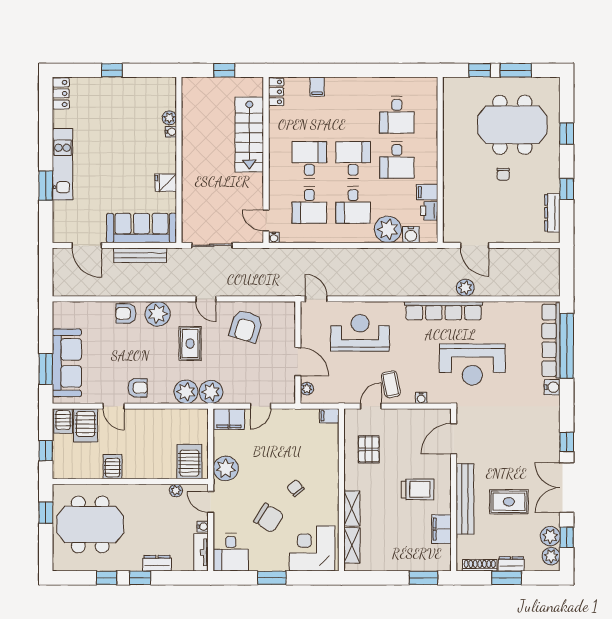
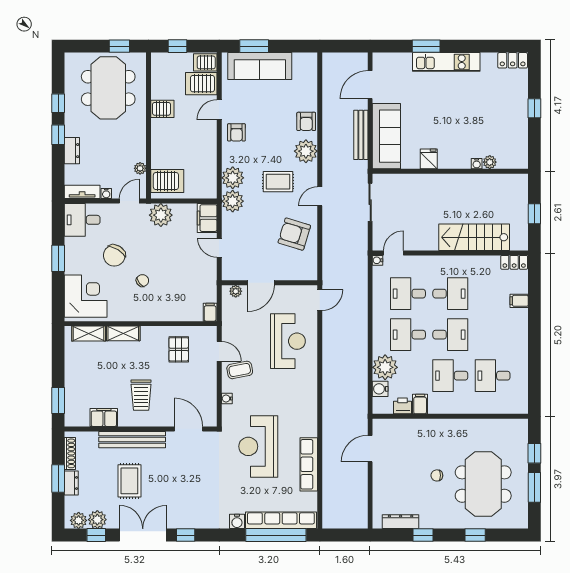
plant: (465, 288) -> (330, 440), removed
row of seats: (444, 311) -> (309, 464), moved, width x0.73
armchair: (126, 313) -> (306, 121), turned 180
pallet: (369, 449) -> (179, 349), turned 90

